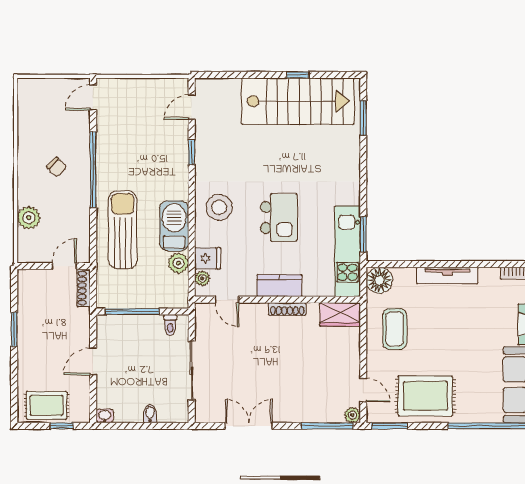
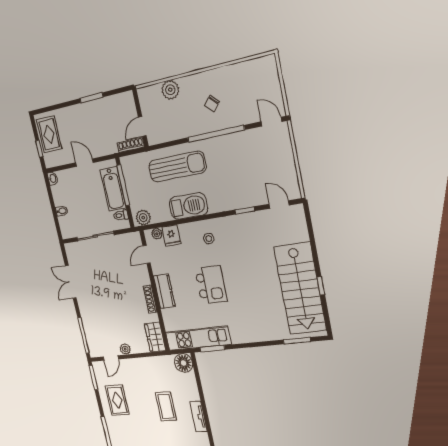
stool: (219, 207) -> (209, 239), width x0.53, depth x0.53
kitchen island: (279, 218) -> (211, 285), turned -90
plant: (178, 263) -> (143, 218), moved
door: (64, 266) -> (142, 126), swing flipped
tv unit: (447, 275) -> (198, 417), width x0.71
bathtub: (134, 328) -> (113, 189), added
coffee table: (395, 329) -> (166, 406), moved, turned 90
rug: (425, 396) -> (117, 400), width x0.73, depth x0.70
plant: (352, 415) -> (125, 349), moved
double door: (249, 426) -> (71, 282), swing flipped

